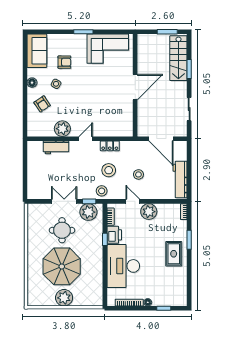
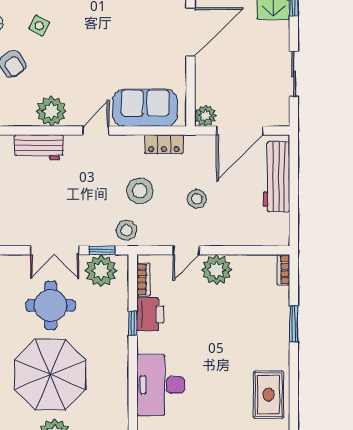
sofa: (111, 127) -> (145, 108), added
plant: (143, 131) -> (205, 116), added
door: (161, 139) -> (240, 131), hinge flipped
locker: (110, 146) -> (164, 144), moved
workbench: (180, 180) -> (276, 177), moved
double door: (64, 201) -> (55, 250), swing flipped
door: (133, 201) -> (186, 250), swing flipped
rug: (174, 254) -> (269, 395), moved
desk: (123, 266) -> (161, 385), width x0.73, depth x0.77

